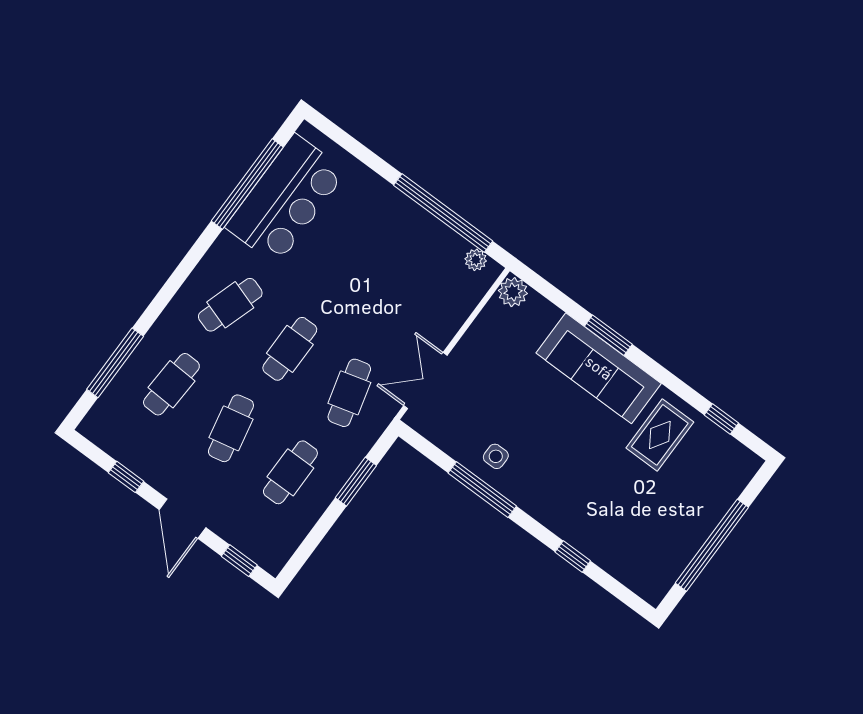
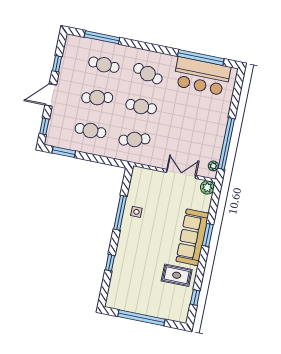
double door: (425, 381) -> (181, 174), moved
window: (356, 482) -> (64, 152), moved

